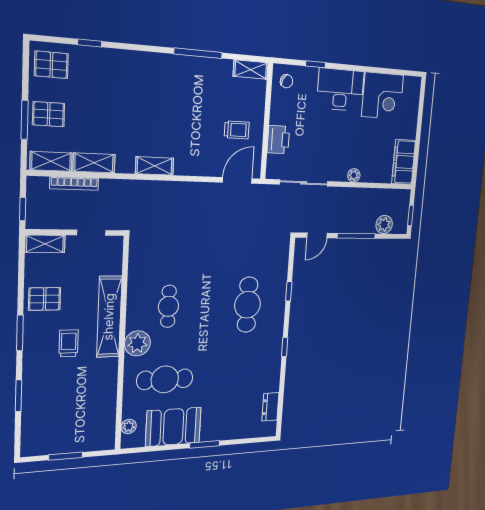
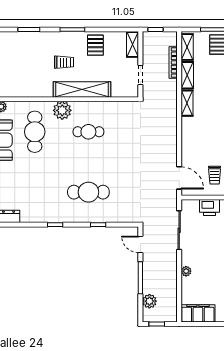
shelving: (155, 166) -> (187, 103), moved

